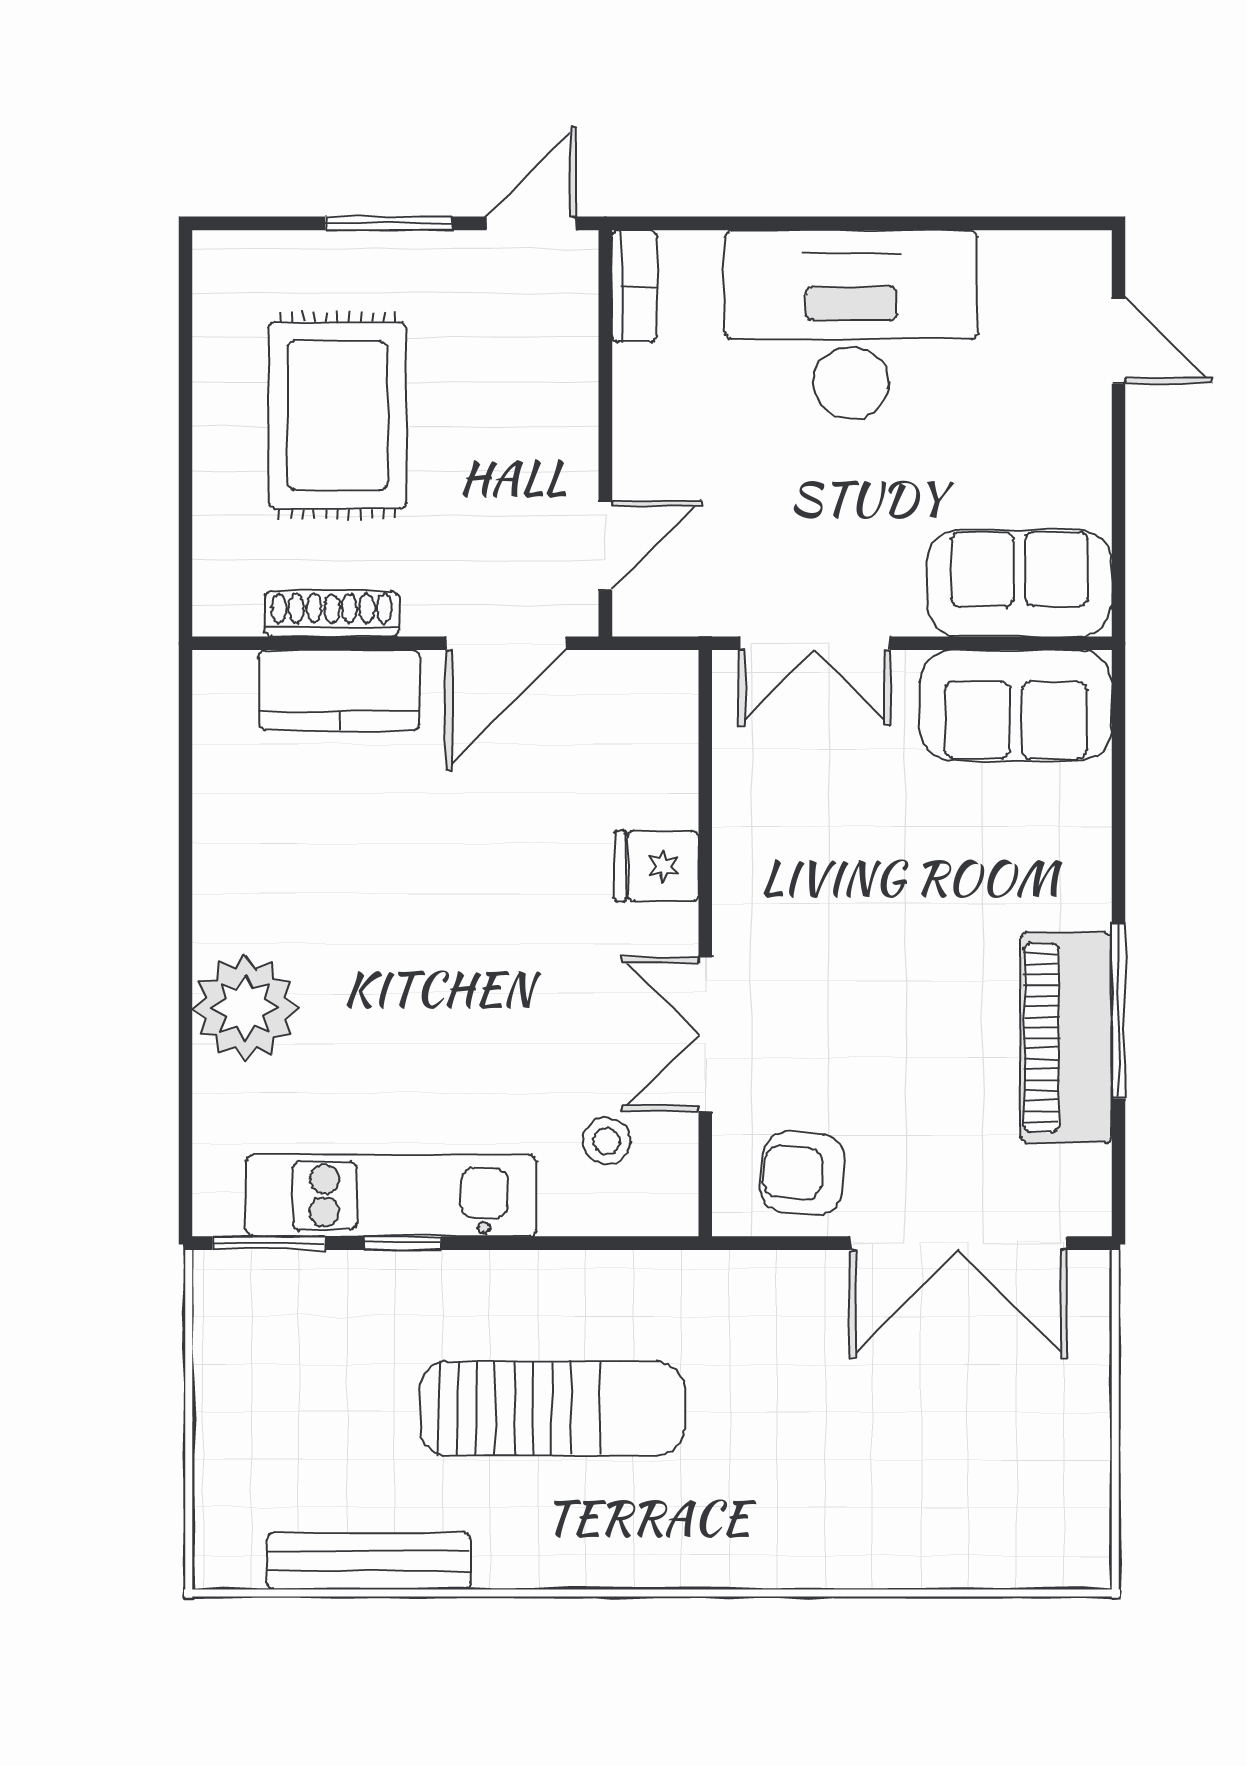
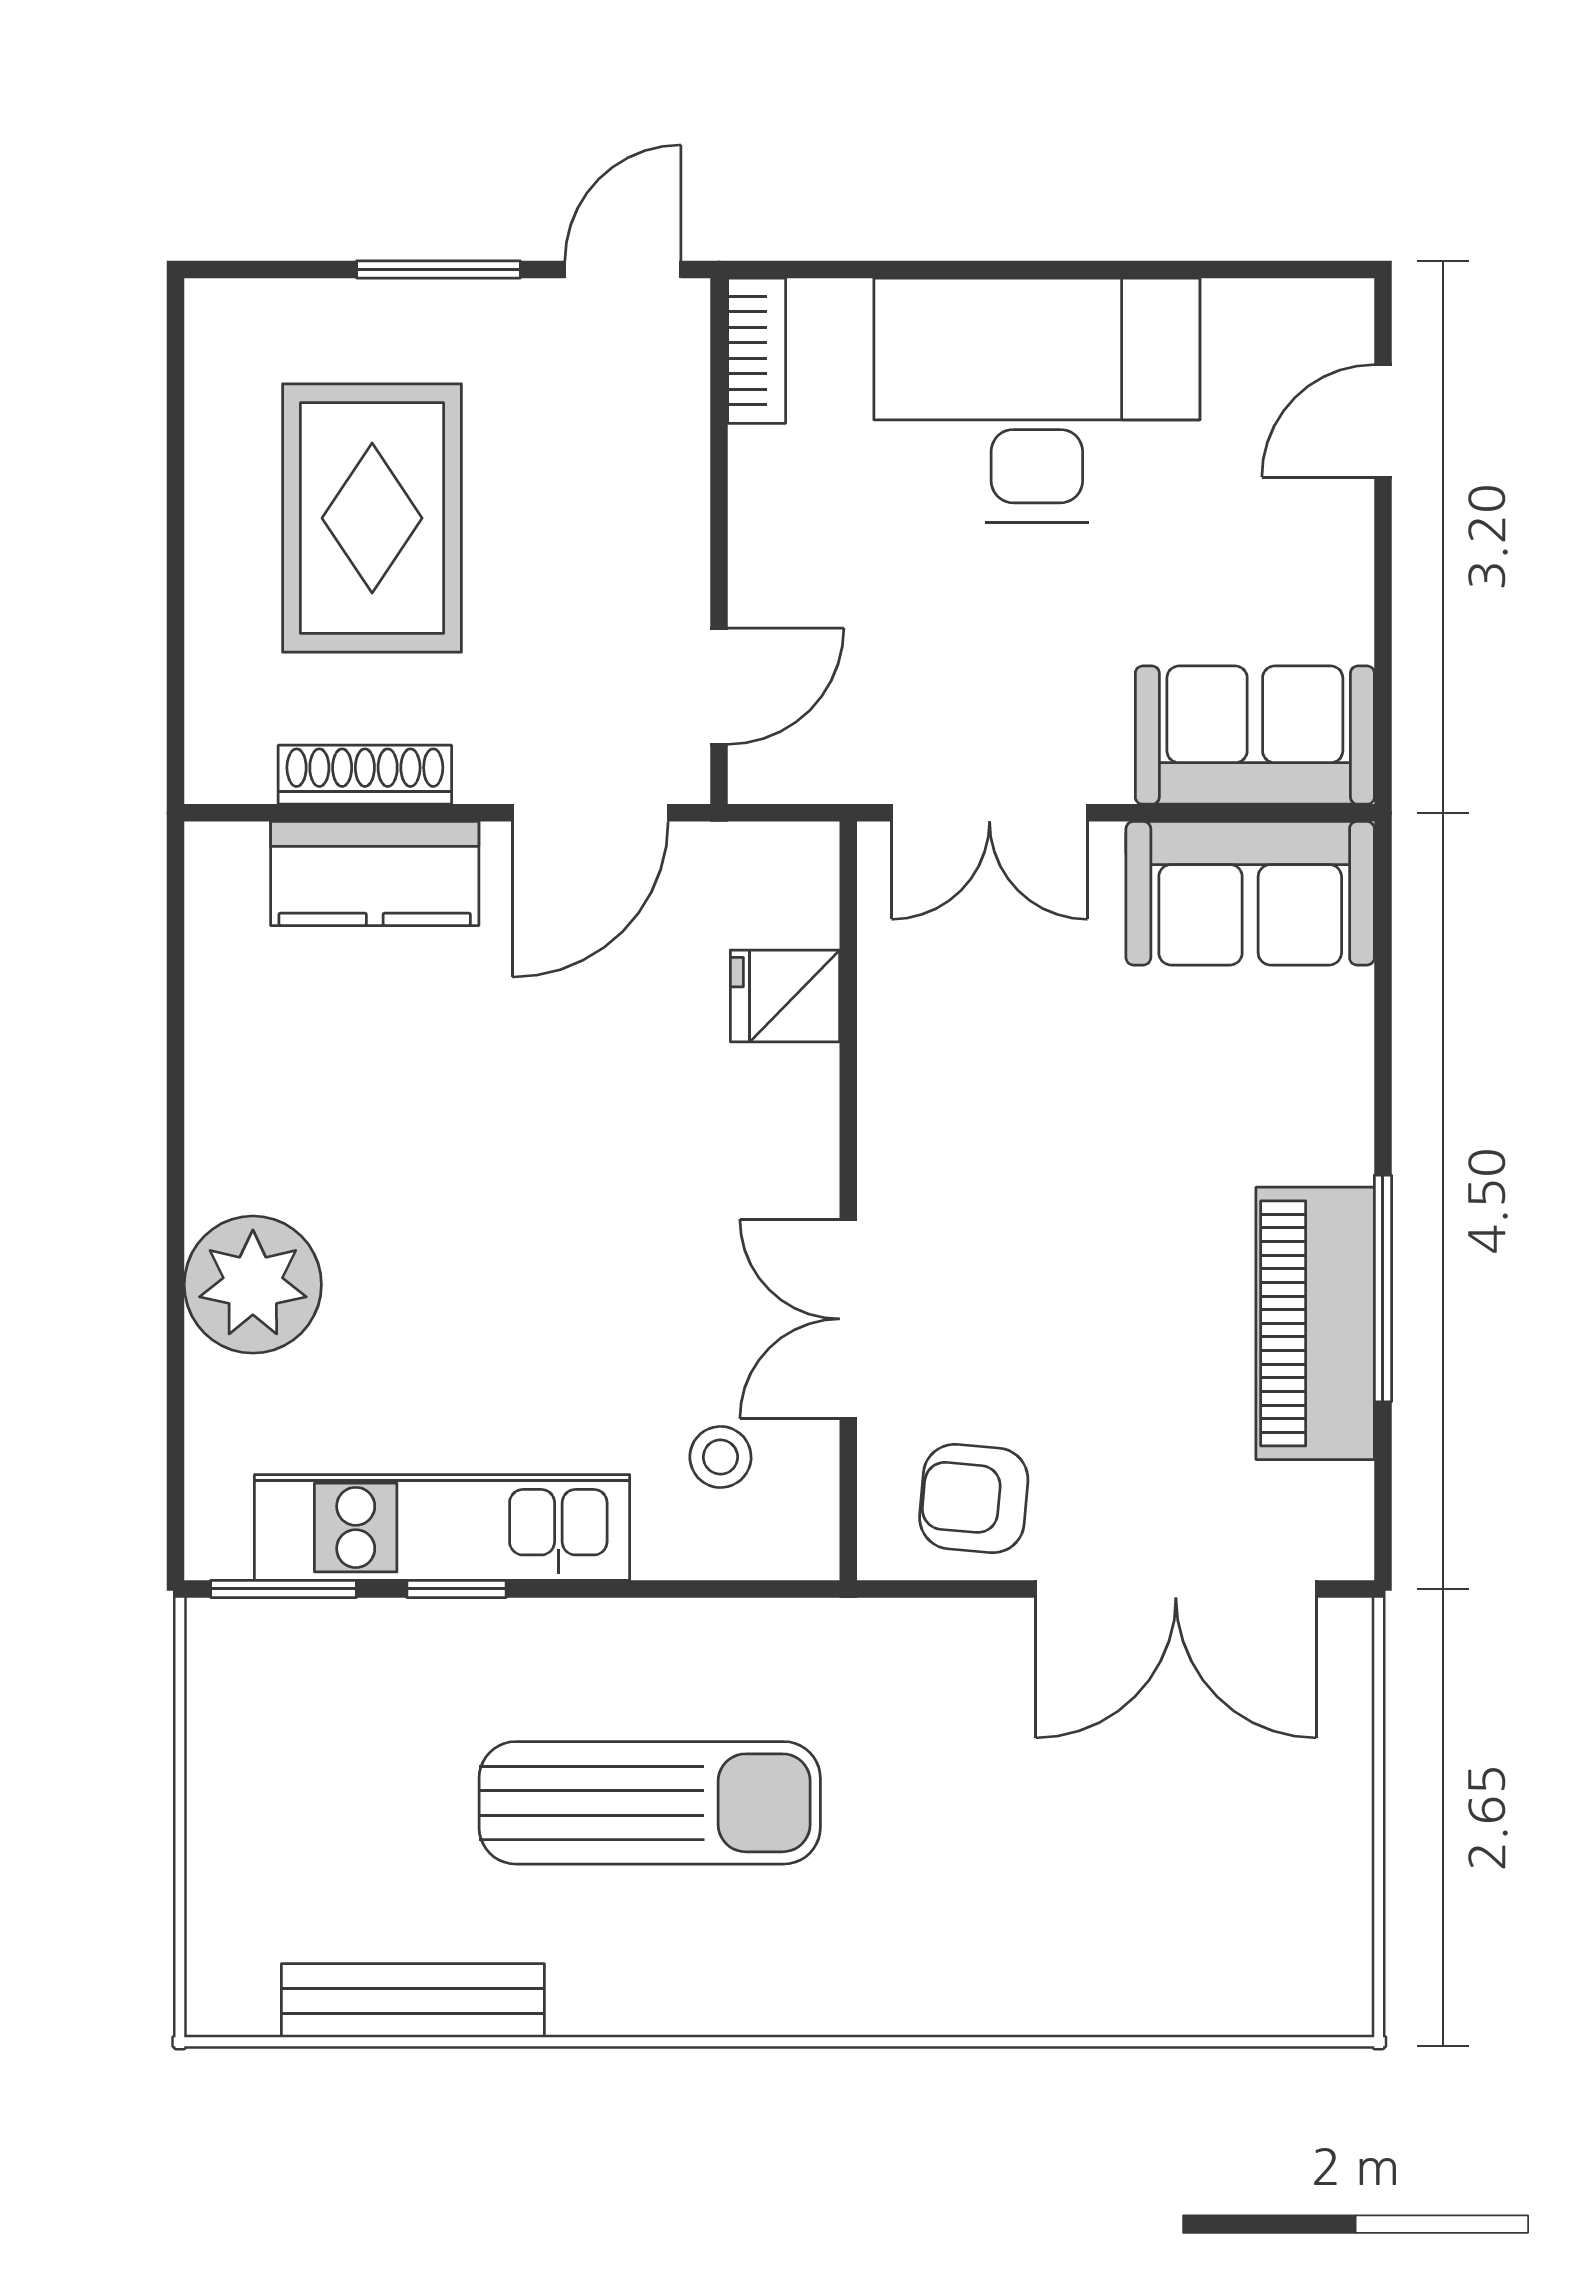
door: (1119, 340) -> (1383, 421), swing flipped
fridge: (656, 866) -> (785, 996), moved

